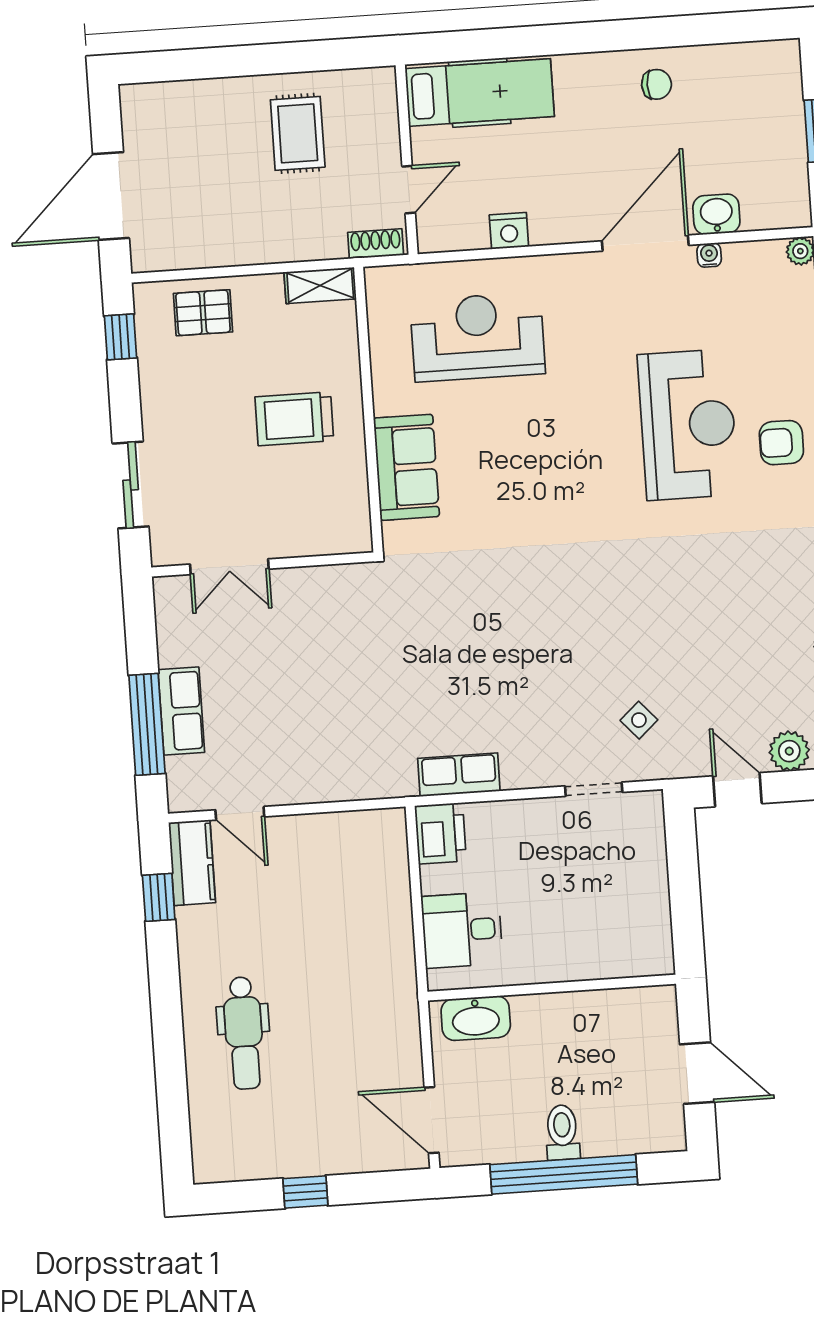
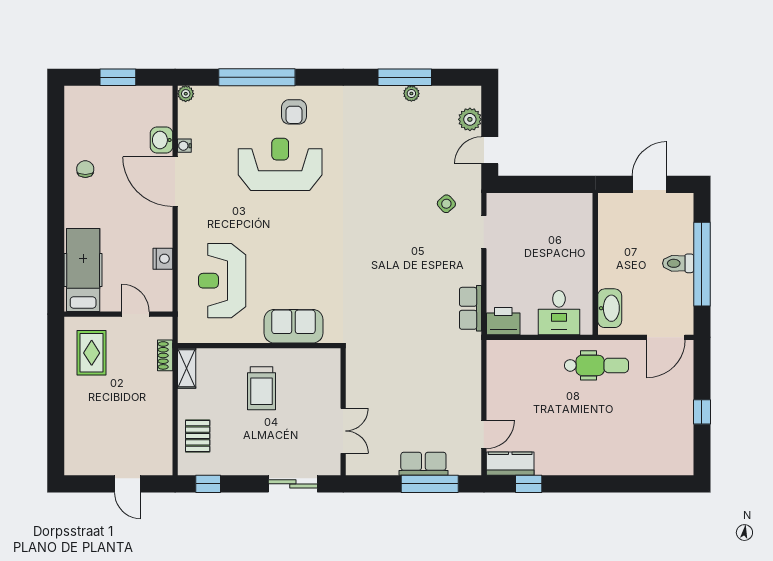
rug: (298, 133) -> (92, 353), moved, turned 90
door: (111, 196) -> (128, 484), width x0.53
shoe rack: (376, 244) -> (165, 355), moved
dental chair: (244, 1033) -> (596, 365), moved

